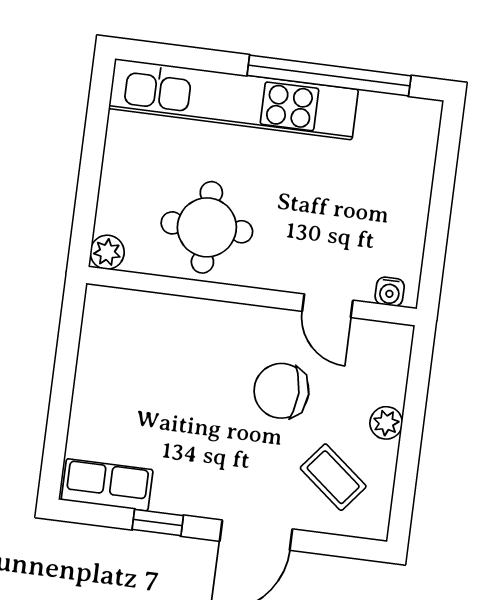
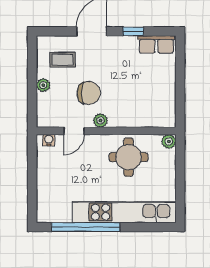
door: (328, 306) -> (74, 131), swing flipped
plant: (262, 322) -> (100, 120), added
coffee table: (333, 477) -> (62, 60), turned -39

